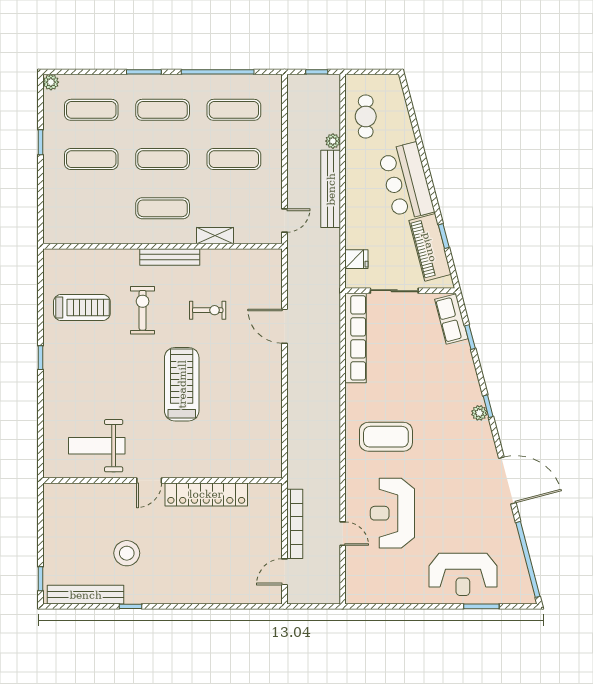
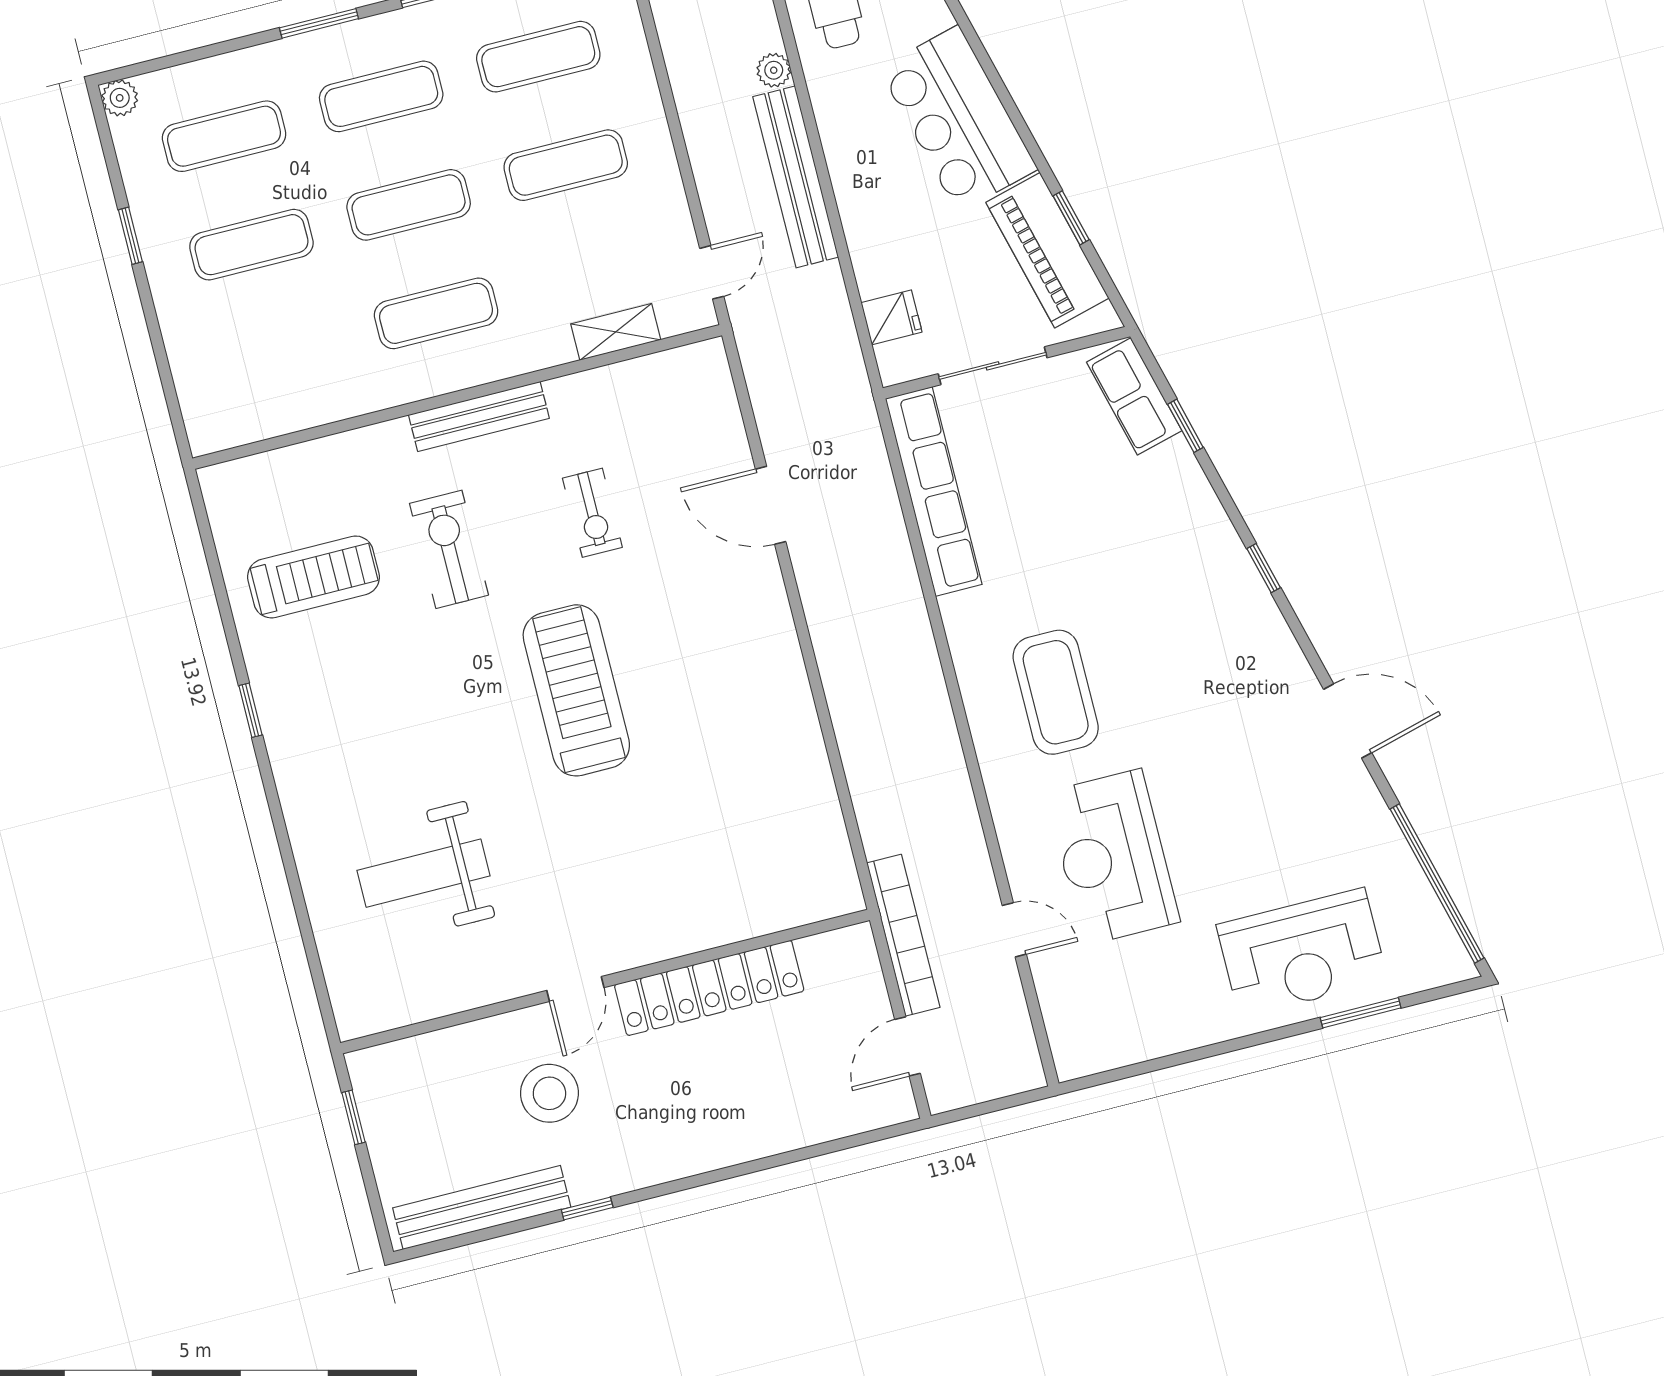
shelving: (215, 236) -> (616, 332), moved
exercise bike: (208, 310) -> (592, 513), turned 90
plant: (479, 413) -> (1248, 588), removed
coffee table: (386, 437) -> (1056, 692), turned 90
door: (149, 480) -> (575, 989), moved
wall: (163, 480) -> (605, 981), moved
door: (507, 481) -> (1348, 721), width x0.73
locker: (206, 494) -> (709, 988), moved
window: (41, 579) -> (353, 1117), moved

